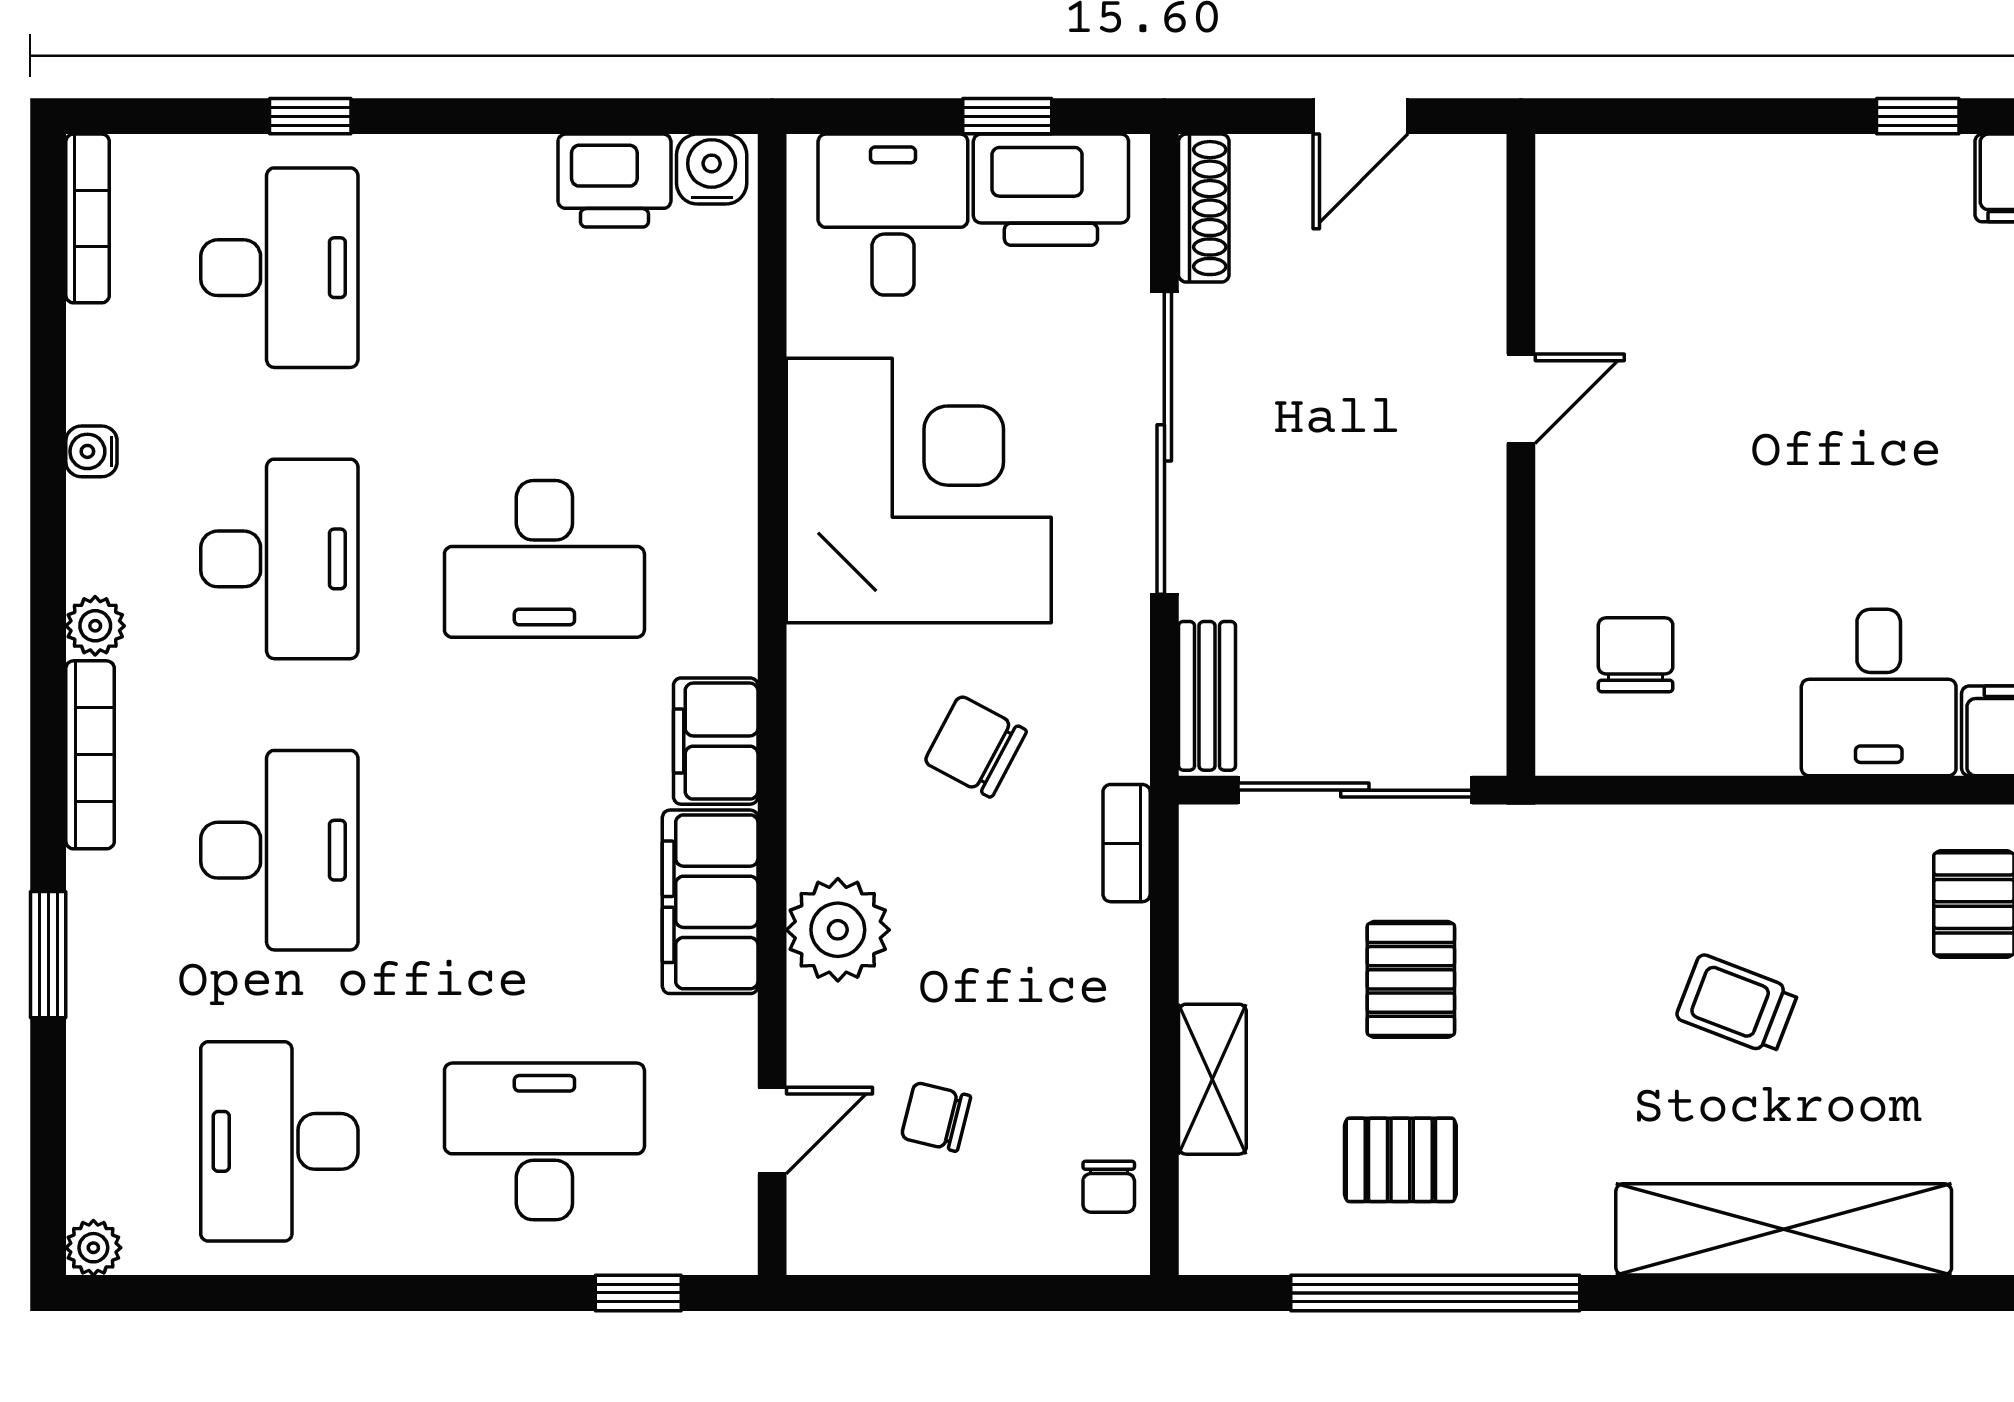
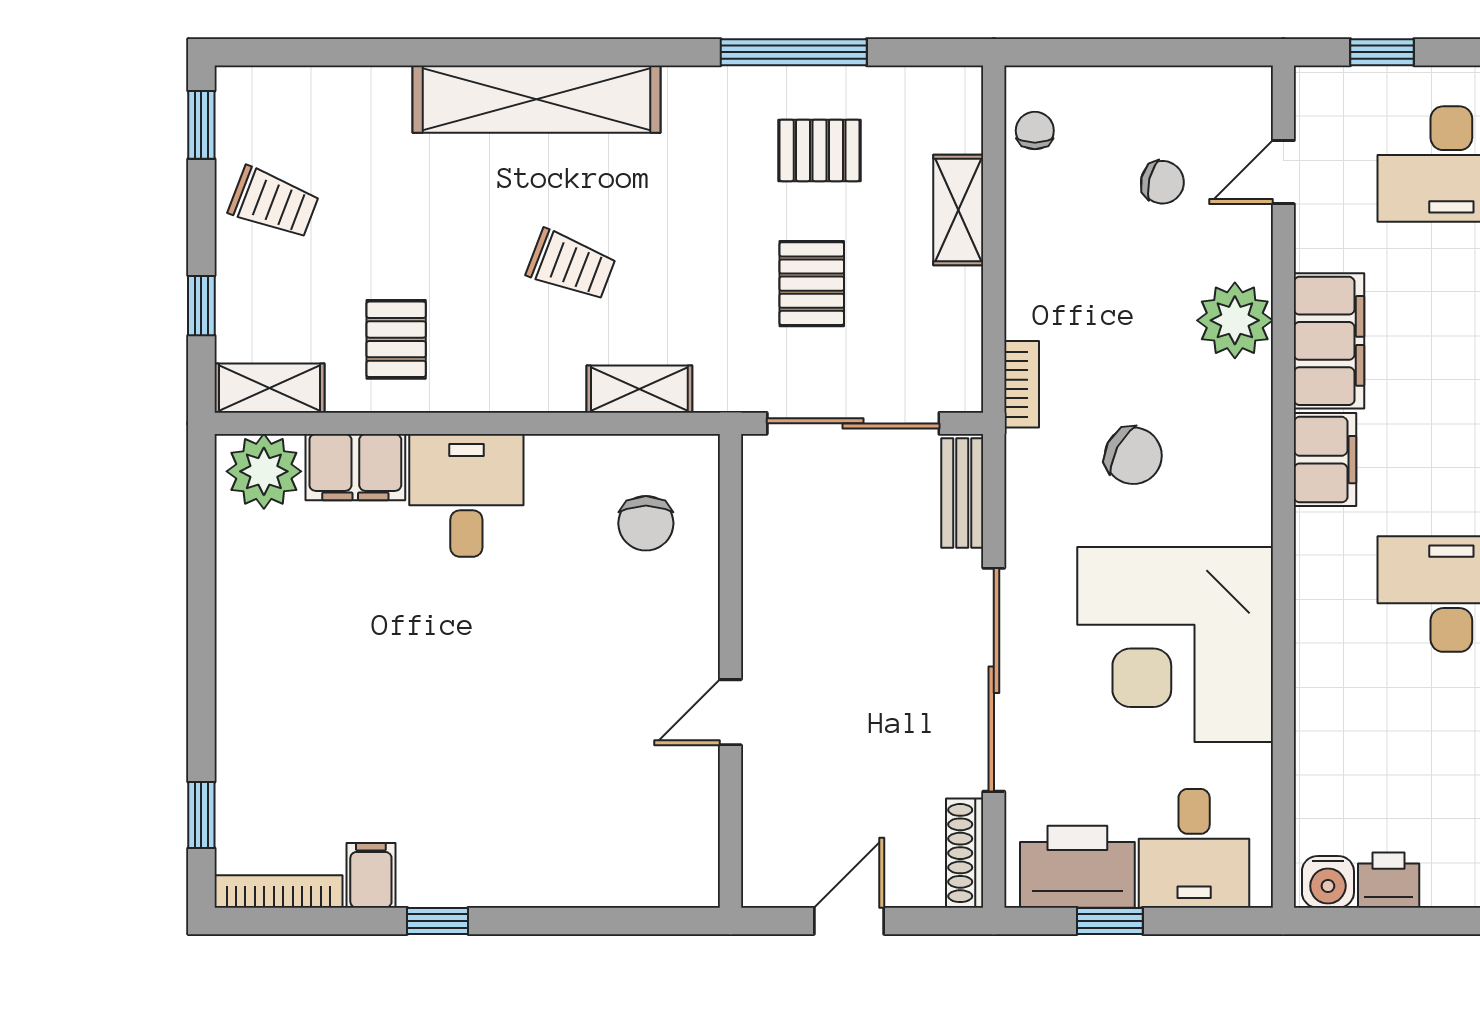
printer: (614, 181) -> (1389, 880), width x0.73, depth x0.81
shelving: (1644, 836) -> (639, 389), added
window: (1435, 1293) -> (794, 52), width x0.68

